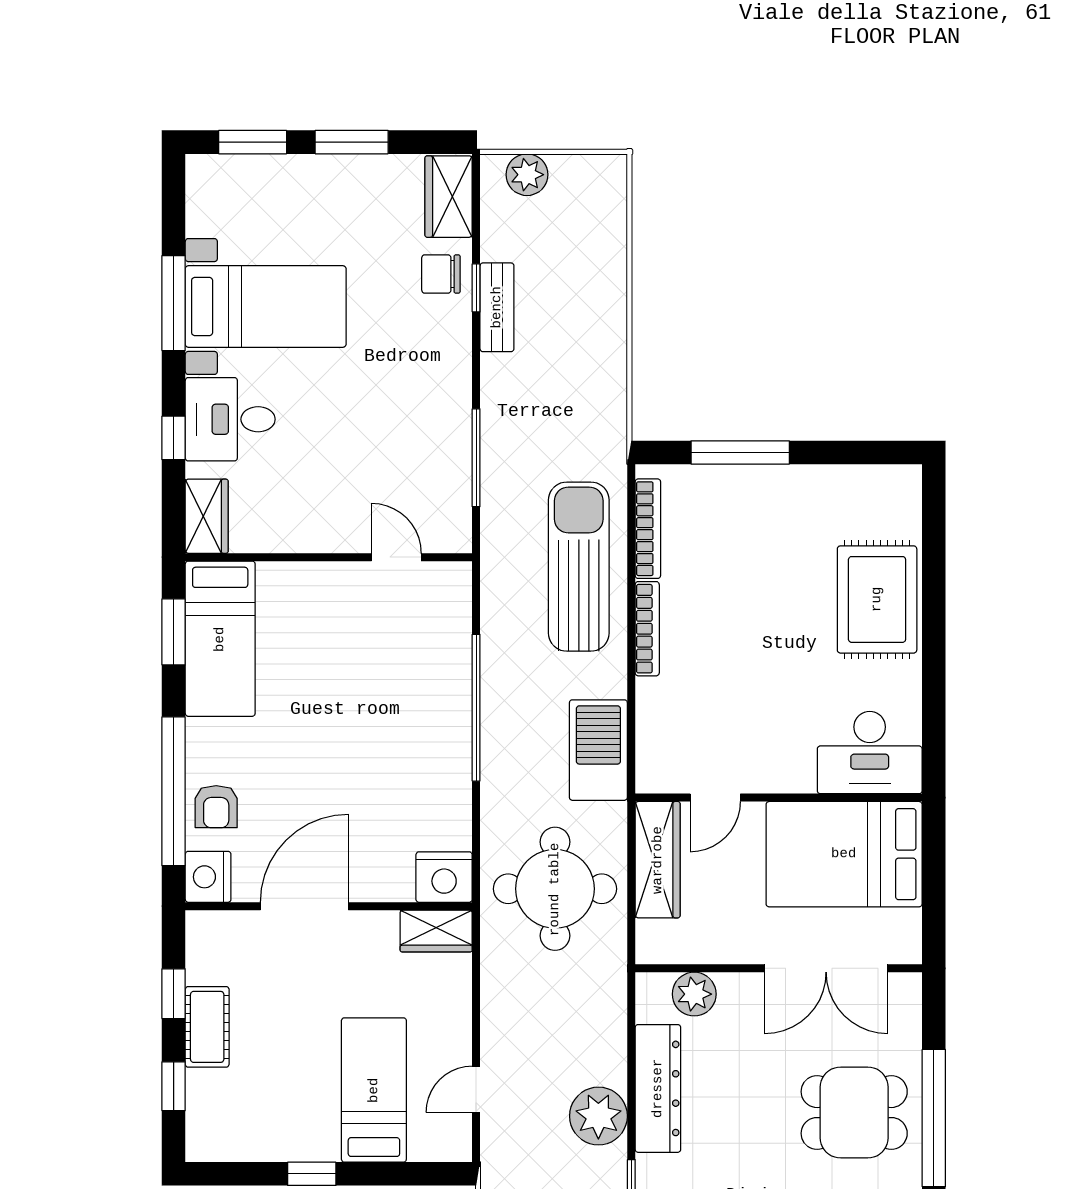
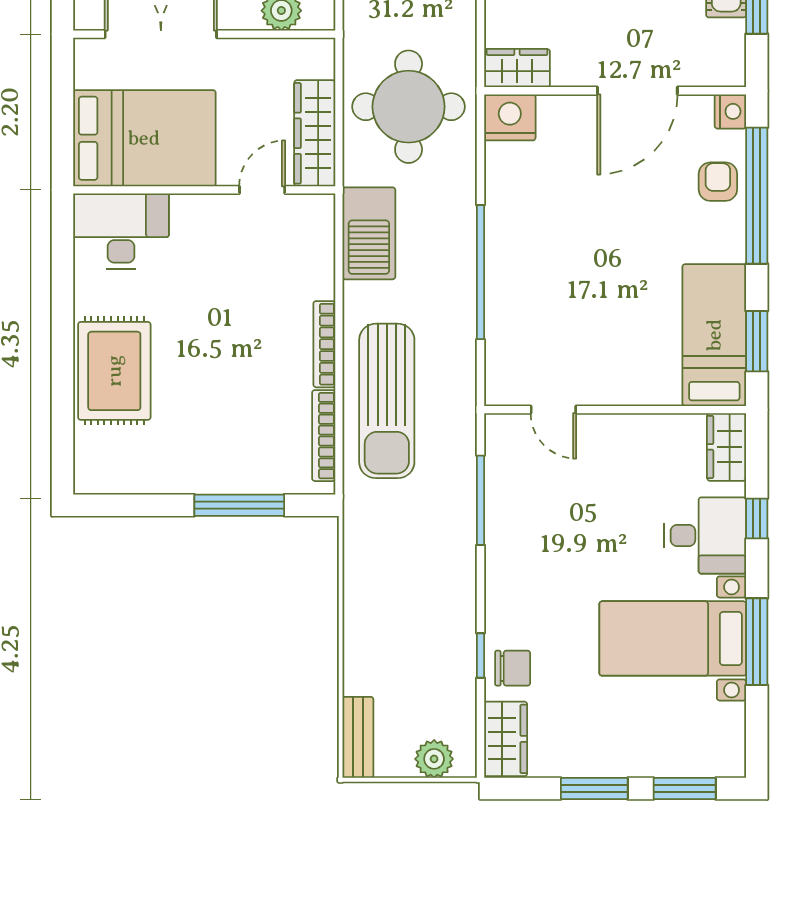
bench: (497, 307) -> (358, 737), moved
nightstand: (208, 877) -> (730, 111), width x0.74, depth x0.75

